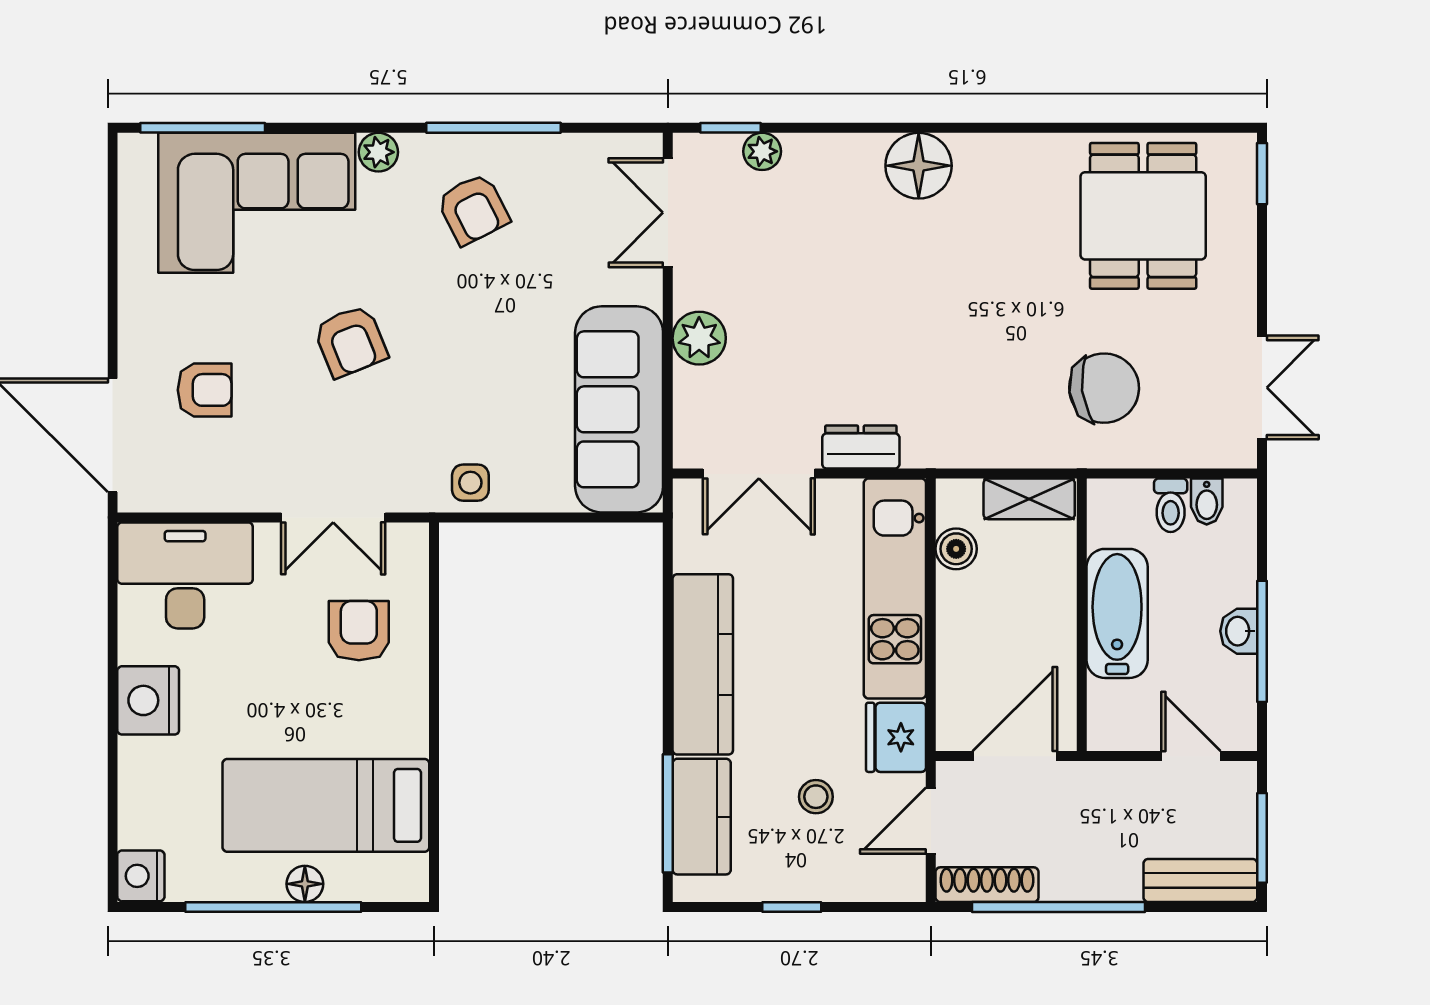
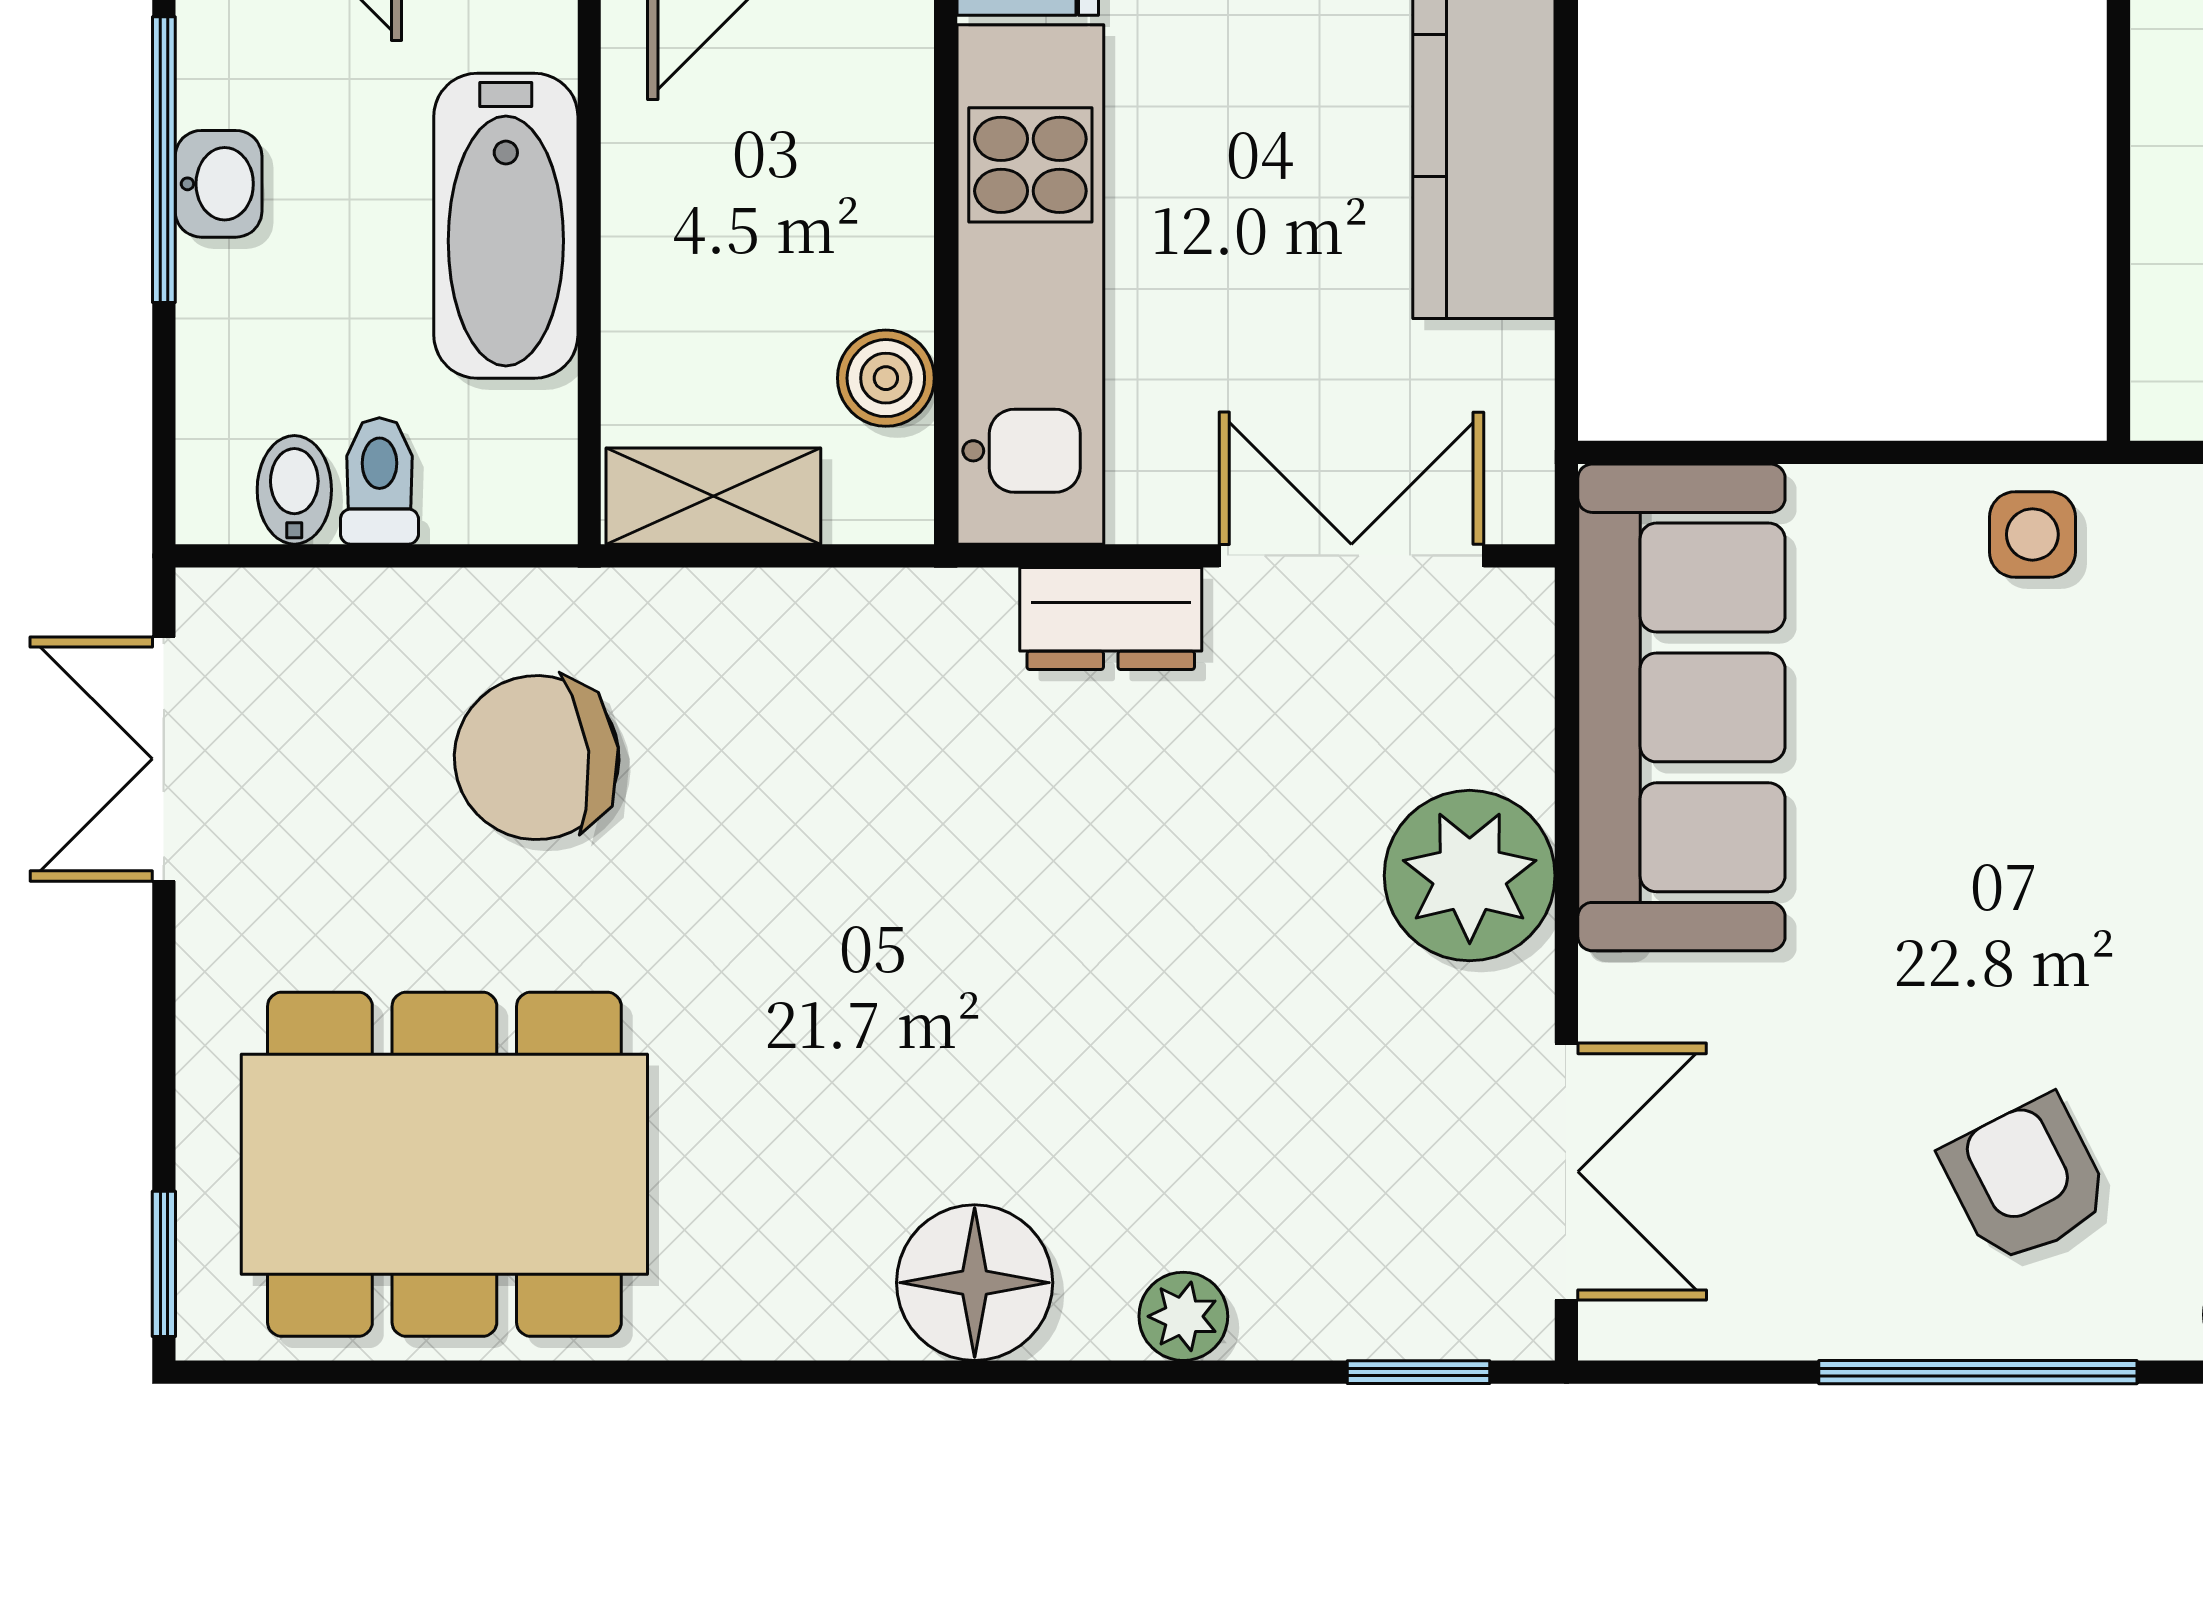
plant: (762, 151) -> (1183, 1316), moved
dining table: (1143, 216) -> (444, 1164), width x1.38
plant: (699, 338) -> (1470, 876), width x1.36, depth x1.36

